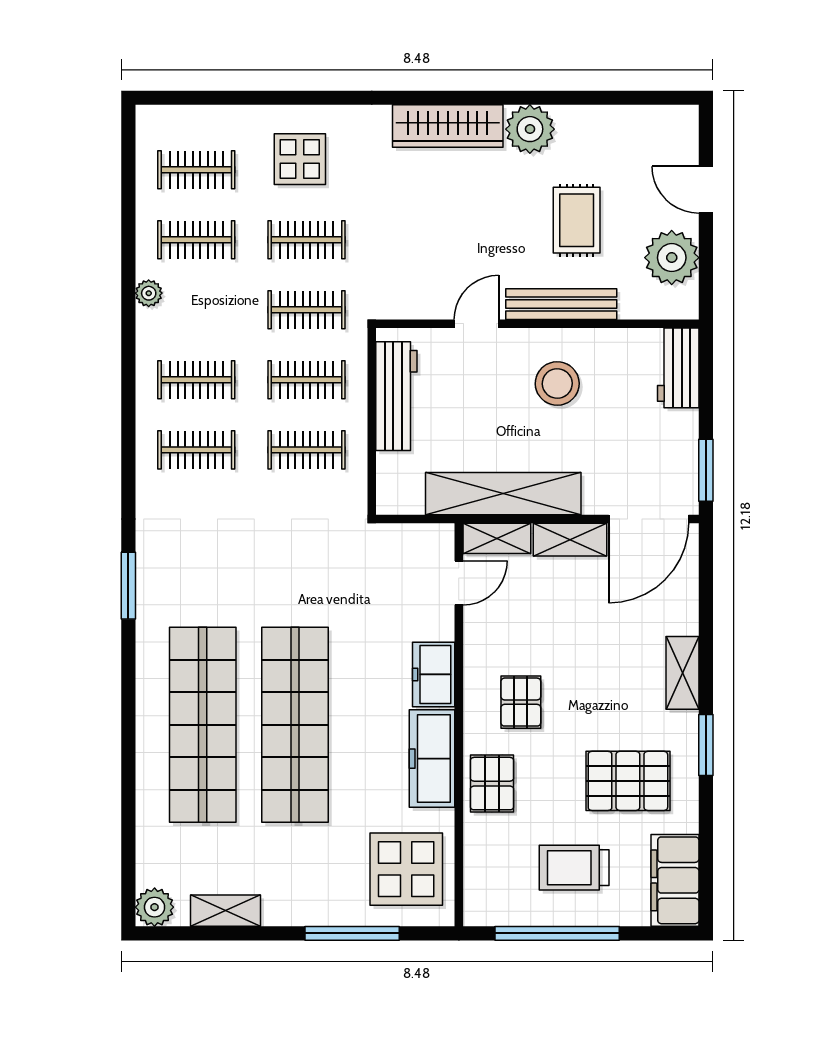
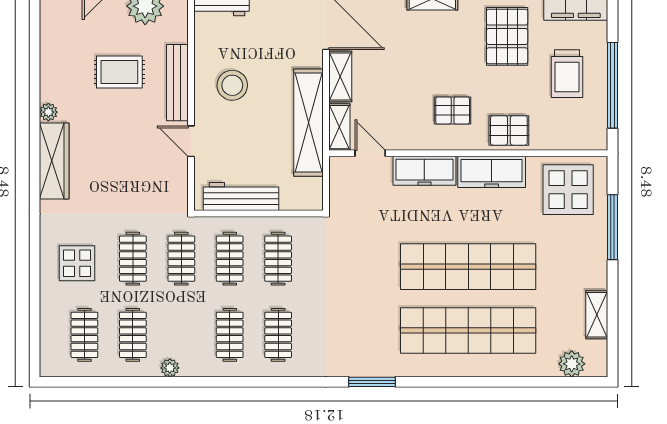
plant: (530, 129) -> (48, 112), width x0.53, depth x0.53
freezer: (434, 674) -> (424, 171), width x1.40
plant: (155, 907) -> (572, 364), moved

